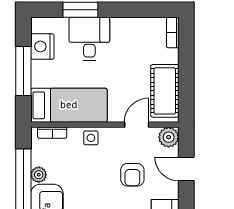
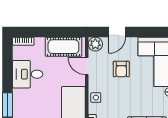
desk: (89, 39) -> (28, 74), moved
armchair: (132, 175) -> (121, 69), turned 90

